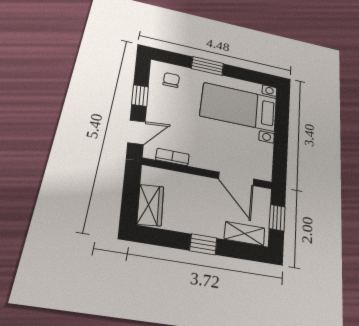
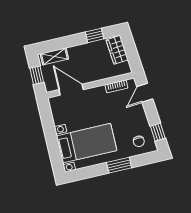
window: (140, 96) -> (158, 132), moved
window: (203, 244) -> (95, 35), moved

